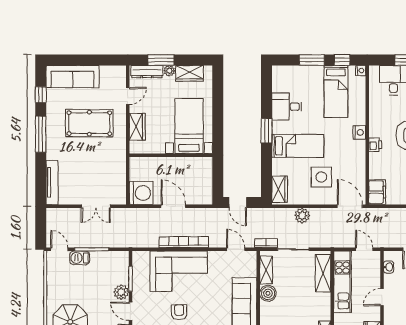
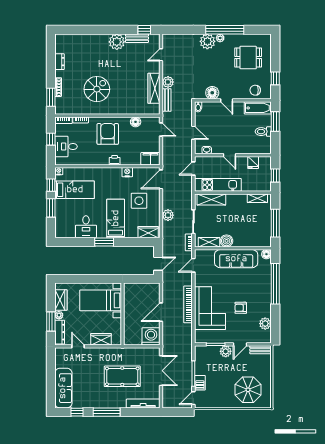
pool table: (89, 123) -> (122, 376), moved, turned 90
nightstand: (359, 132) -> (127, 172), moved
double door: (96, 206) -> (161, 371), width x1.37

